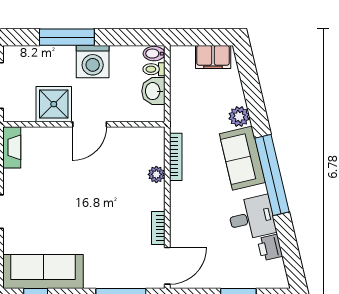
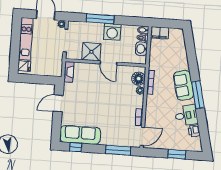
filing cabinet: (213, 57) -> (160, 33), moved
plant: (239, 116) -> (183, 64), removed
door: (90, 124) -> (109, 63), hinge flipped
floor lamp: (152, 151) -> (138, 79), added
window: (272, 175) -> (198, 95), width x0.68

